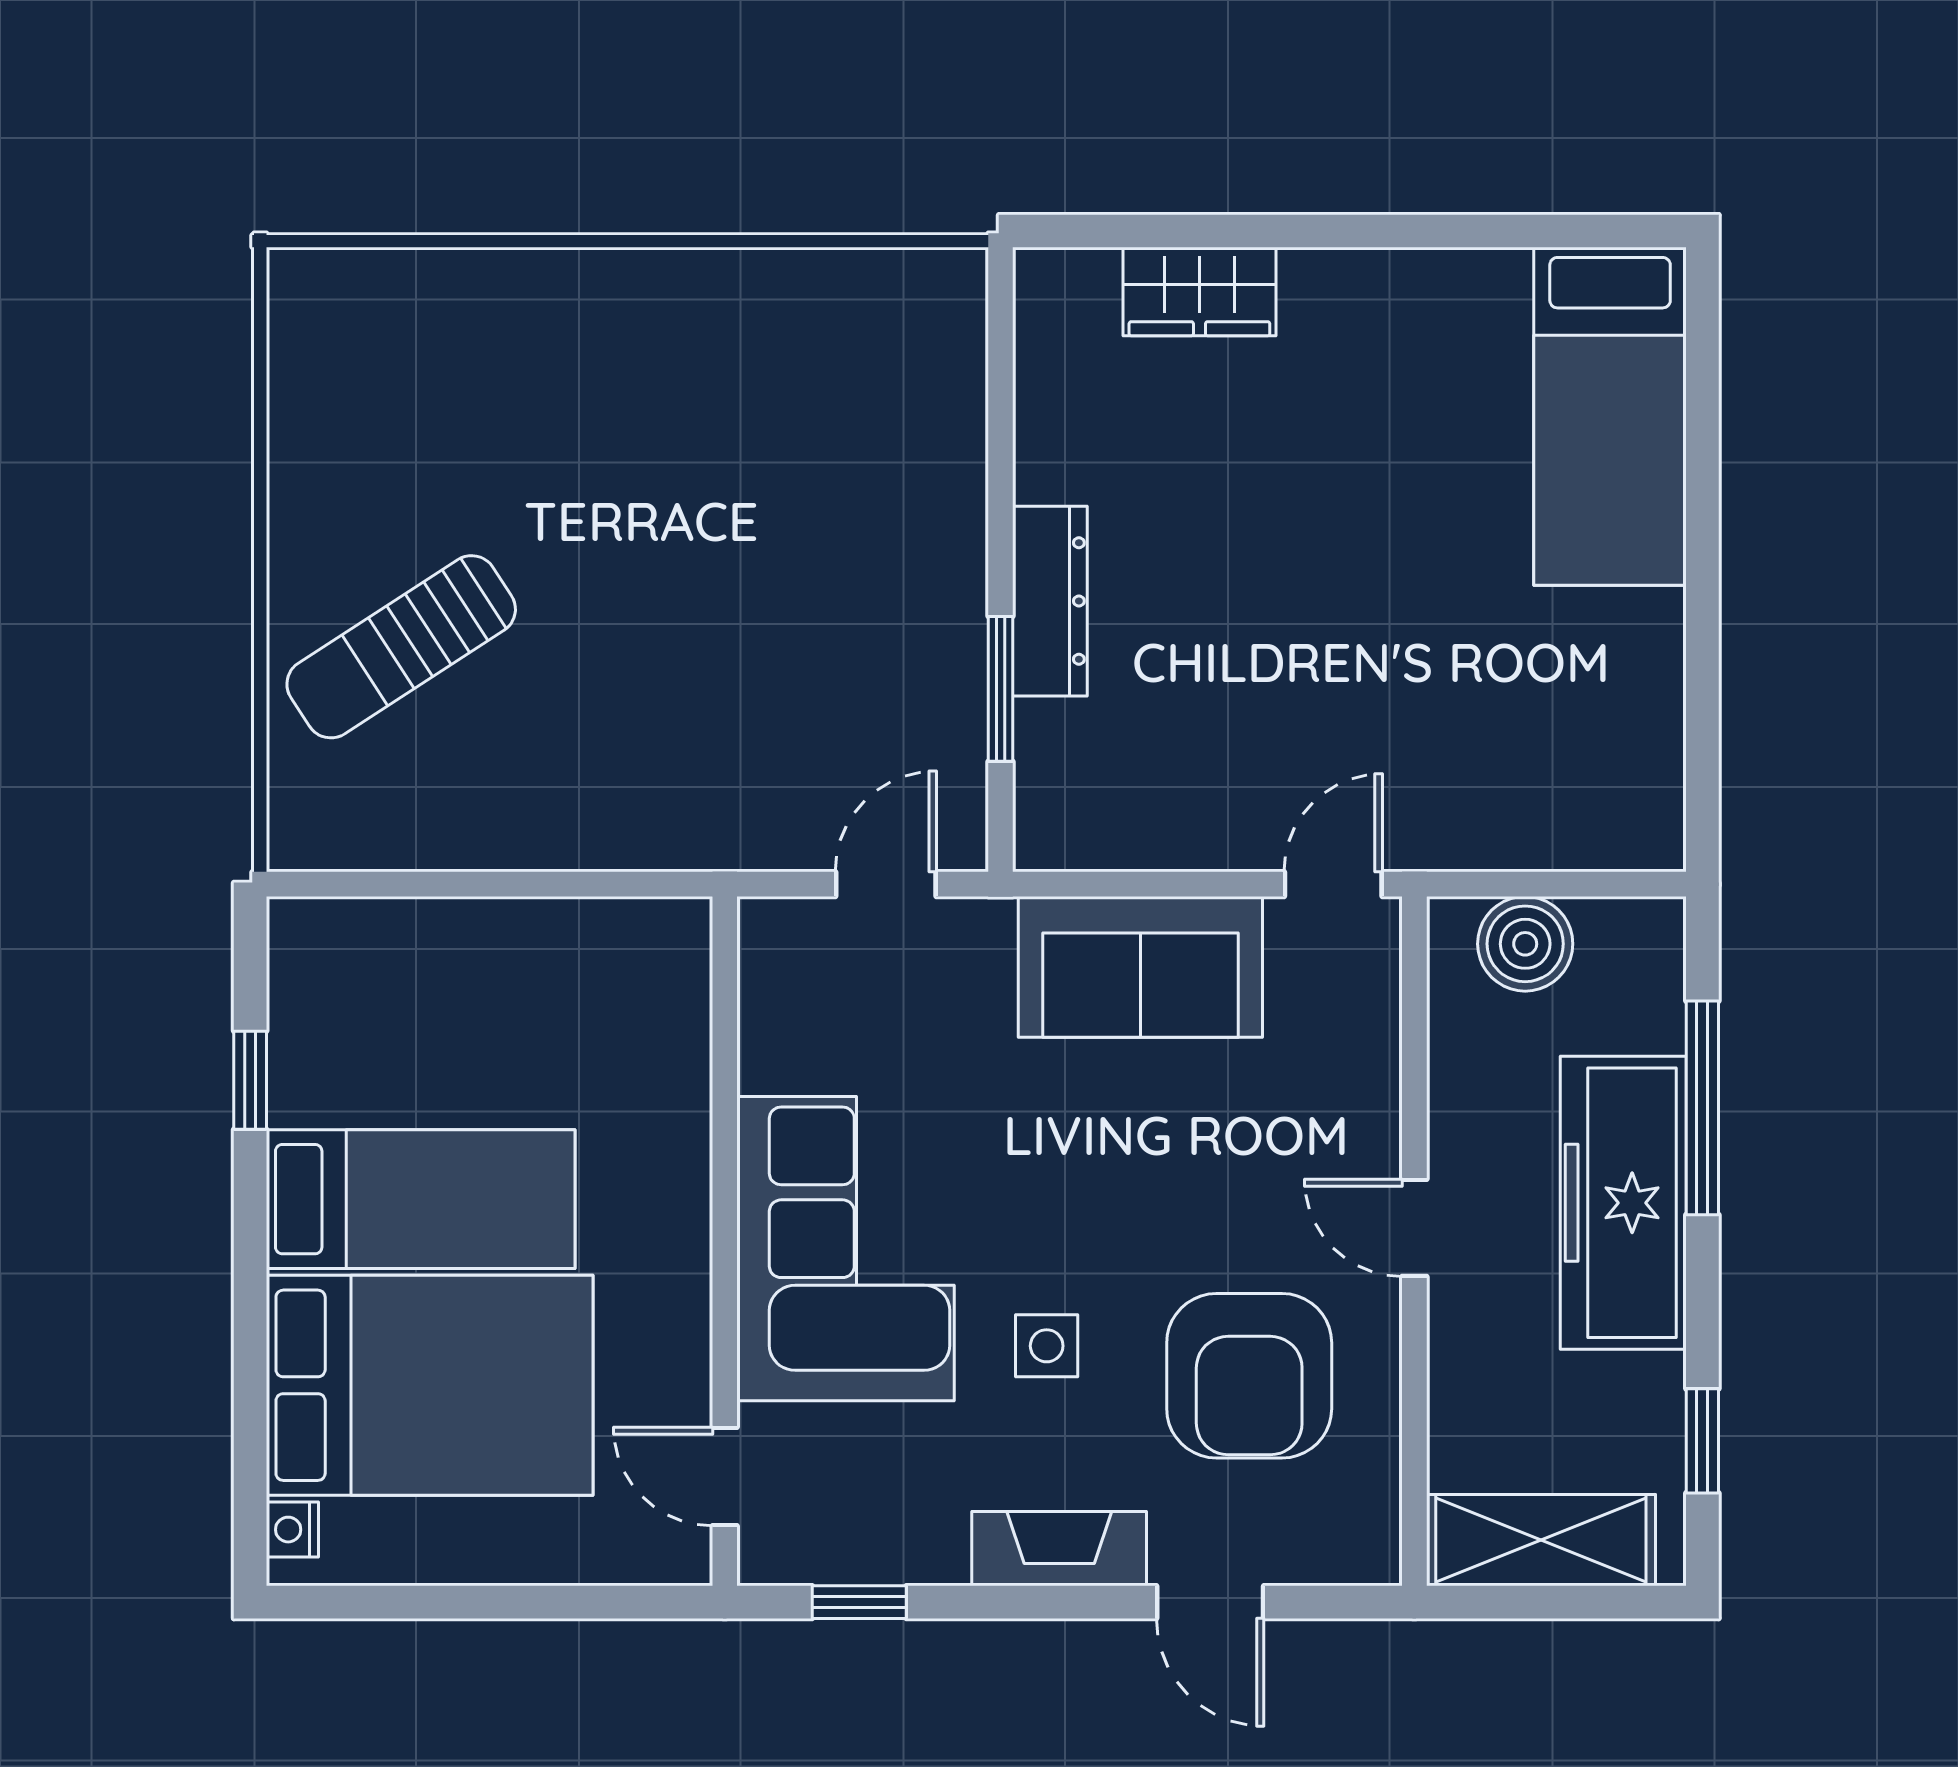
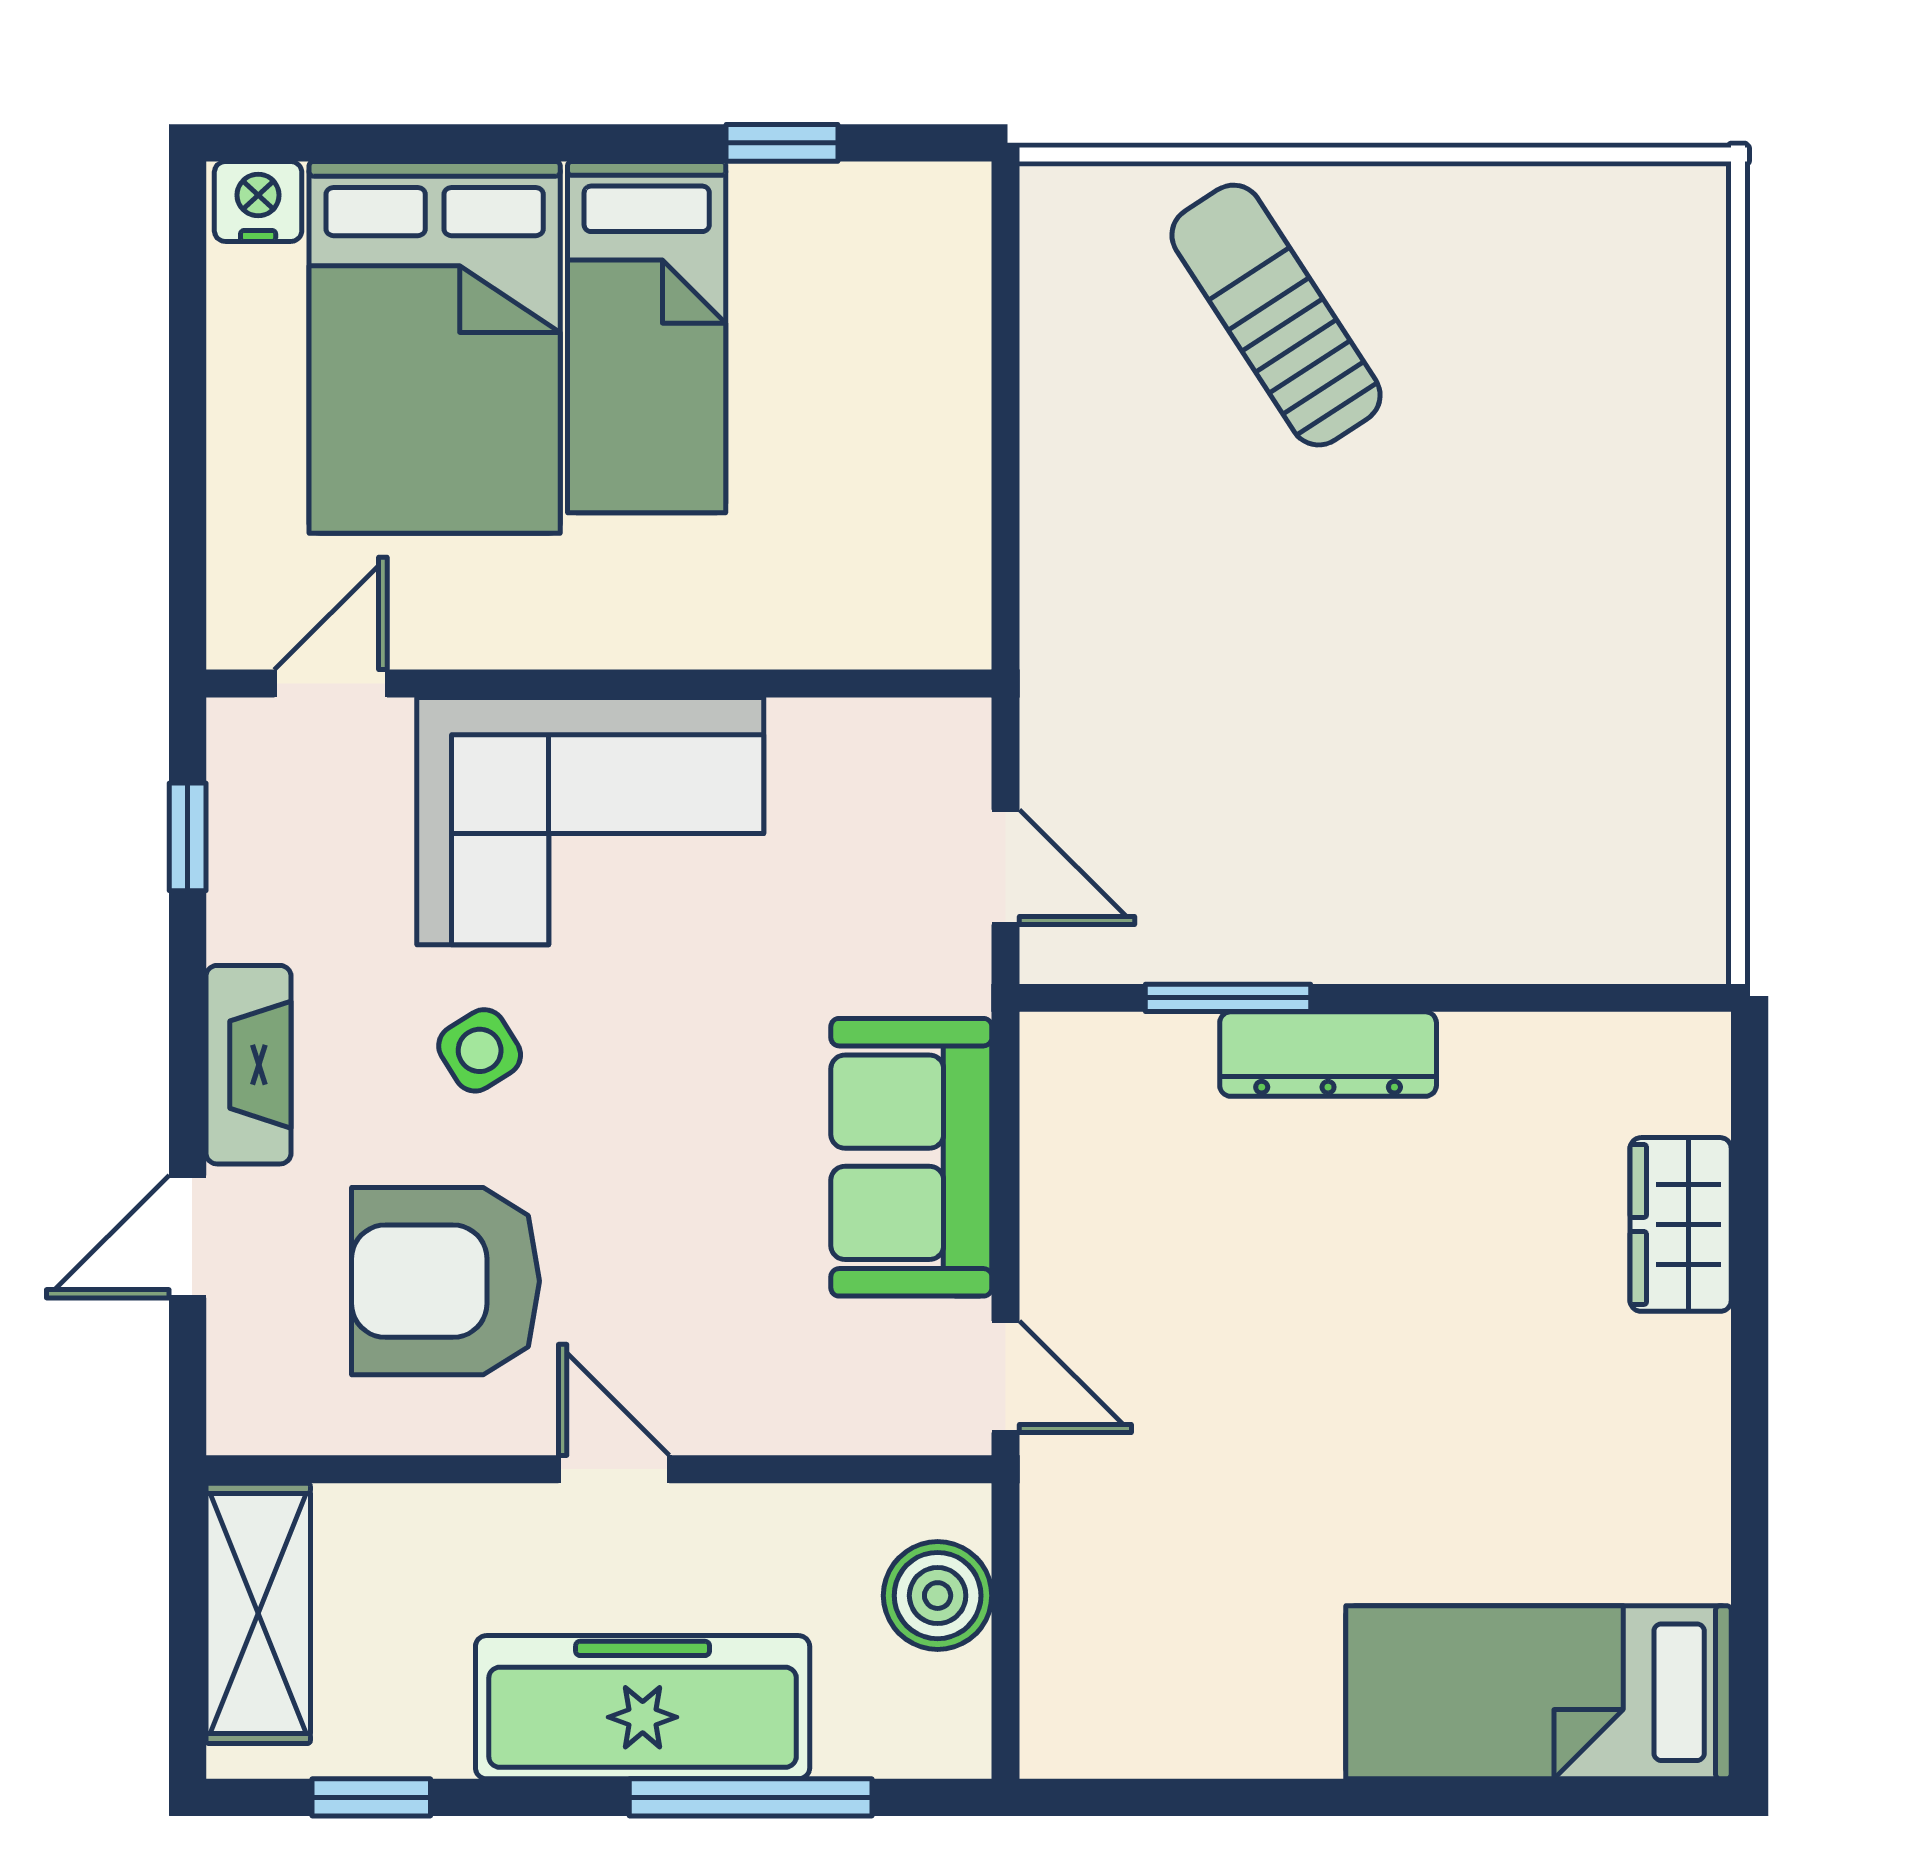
door: (1414, 1228) -> (614, 1469), hinge flipped
side table: (1047, 1346) -> (480, 1050), turned -32
nightstand: (292, 1530) -> (258, 201), width x1.39, depth x1.35

